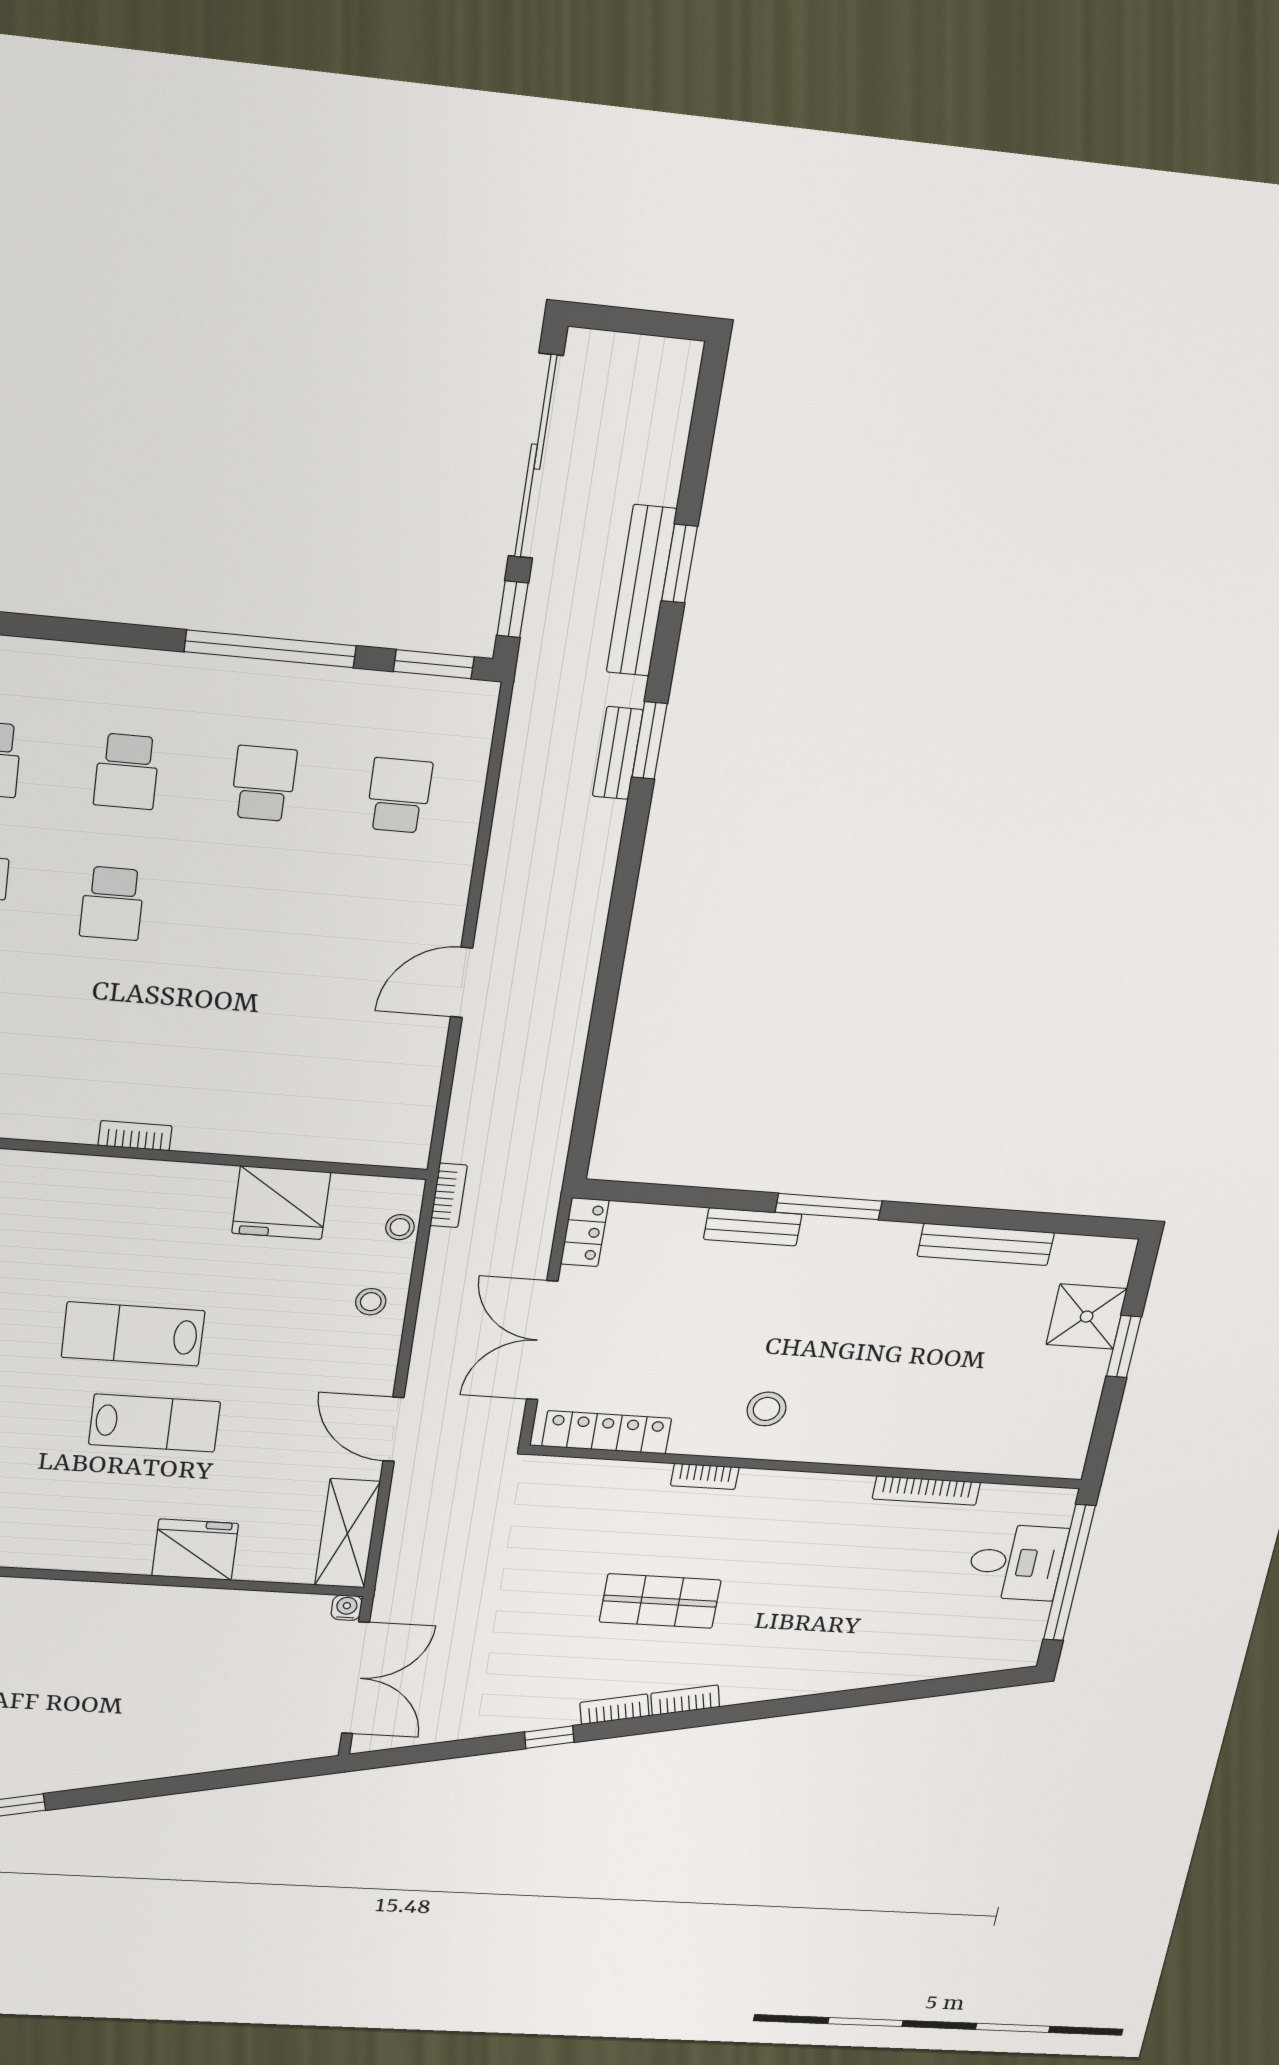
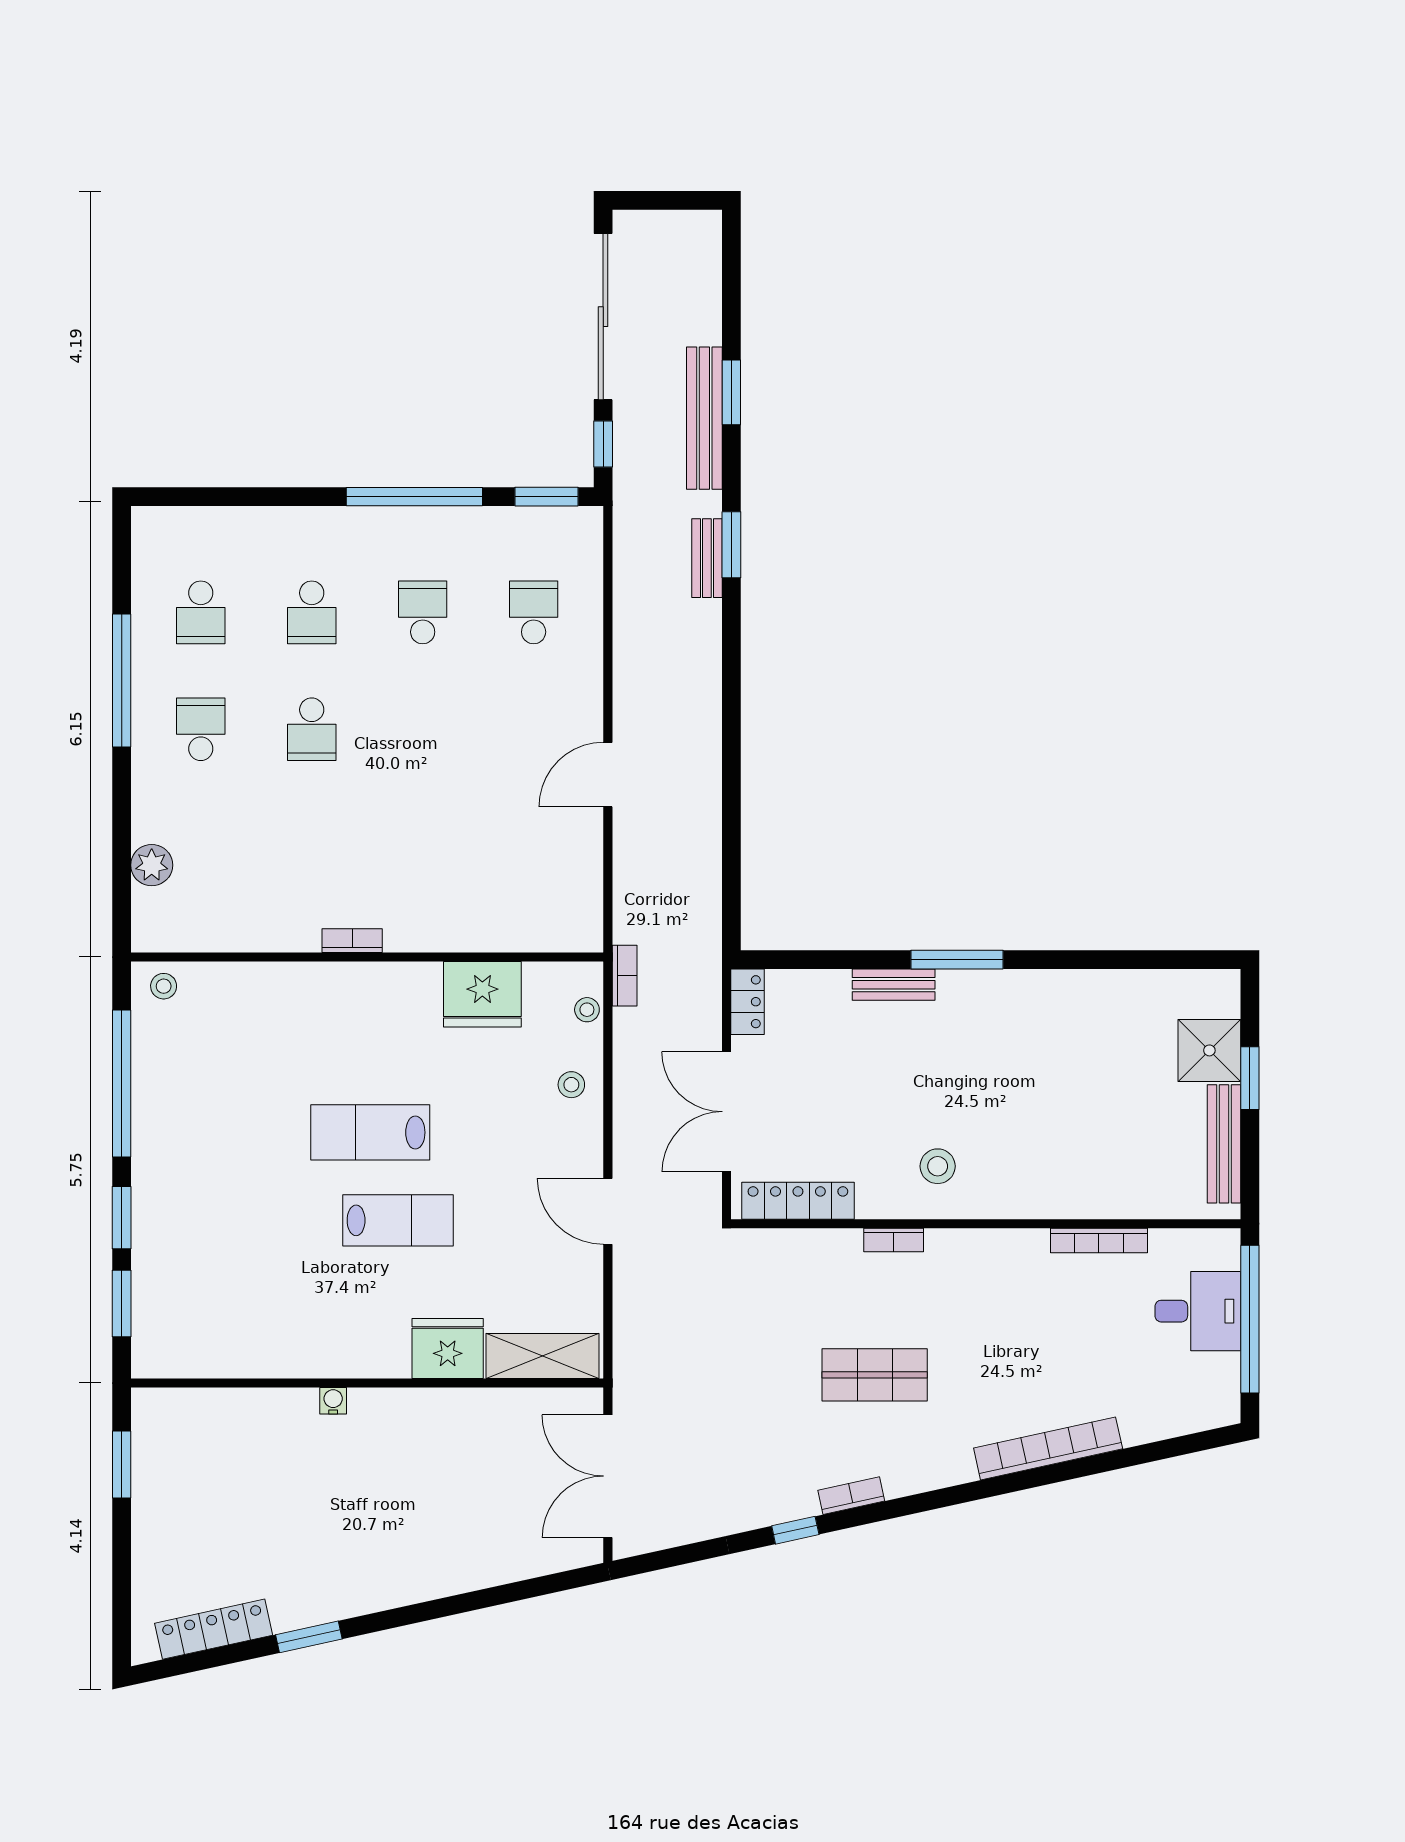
bench: (986, 1244) -> (1224, 1144), moved, turned 90
shelving: (347, 1533) -> (542, 1356), moved, turned 90
water cooler: (347, 1608) -> (333, 1401), moved
double door: (356, 1678) -> (608, 1476), swing flipped
bookcase: (685, 1700) -> (1048, 1448), moved, width x2.31, depth x1.31

